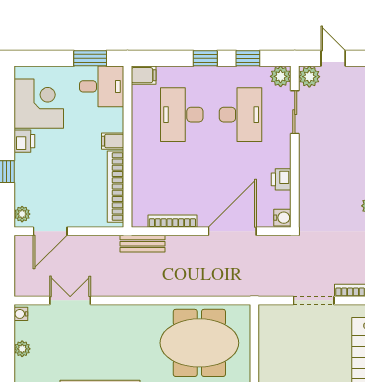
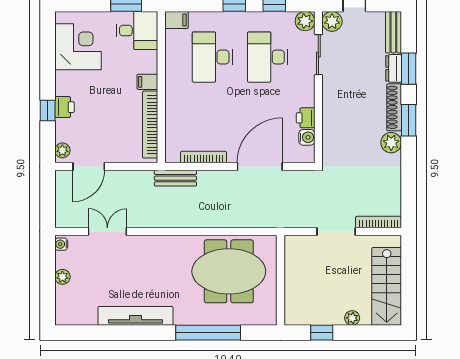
desk: (241, 115) -> (268, 57), turned 180
printer: (24, 141) -> (65, 107), moved
water cooler: (282, 218) -> (307, 137), moved

